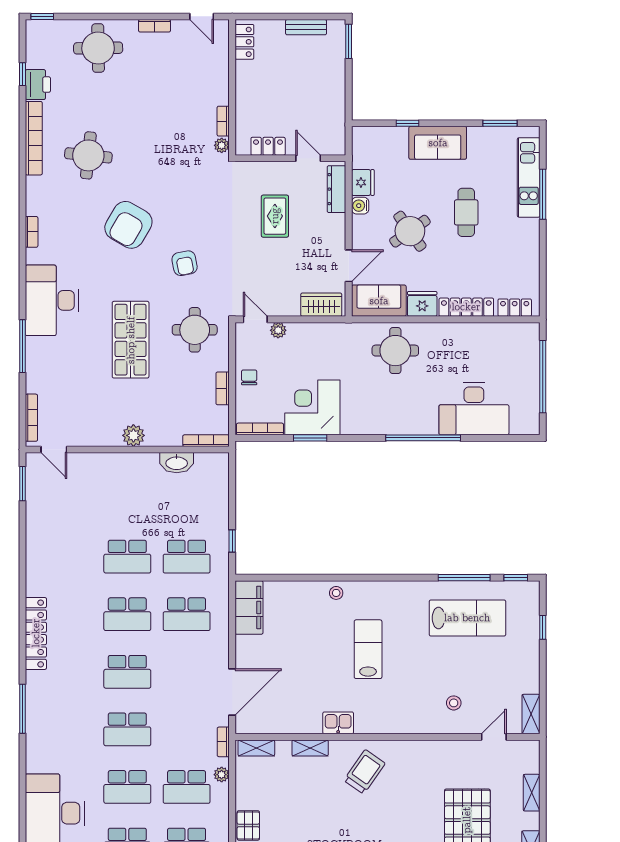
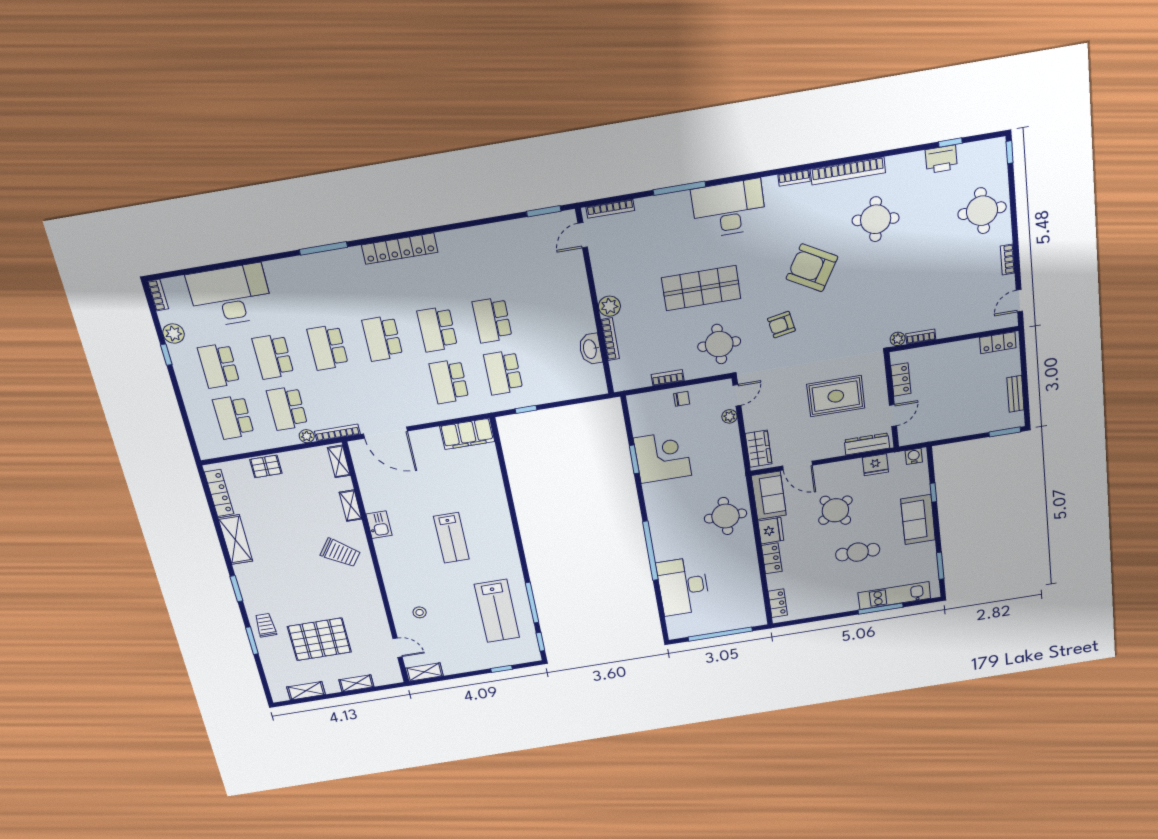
bookcase: (34, 138) -> (848, 171), moved
water cooler: (360, 206) -> (914, 456), moved
rug: (275, 216) -> (836, 396), width x1.36, depth x1.43
locker: (466, 307) -> (772, 558), width x0.66
bookcase: (260, 429) -> (635, 416), removed
bookcase: (206, 441) -> (610, 339), moved
stool: (336, 593) -> (496, 504), removed
lab bench: (368, 649) -> (451, 538), turned 90
bookcase: (223, 742) -> (337, 433), width x1.56

